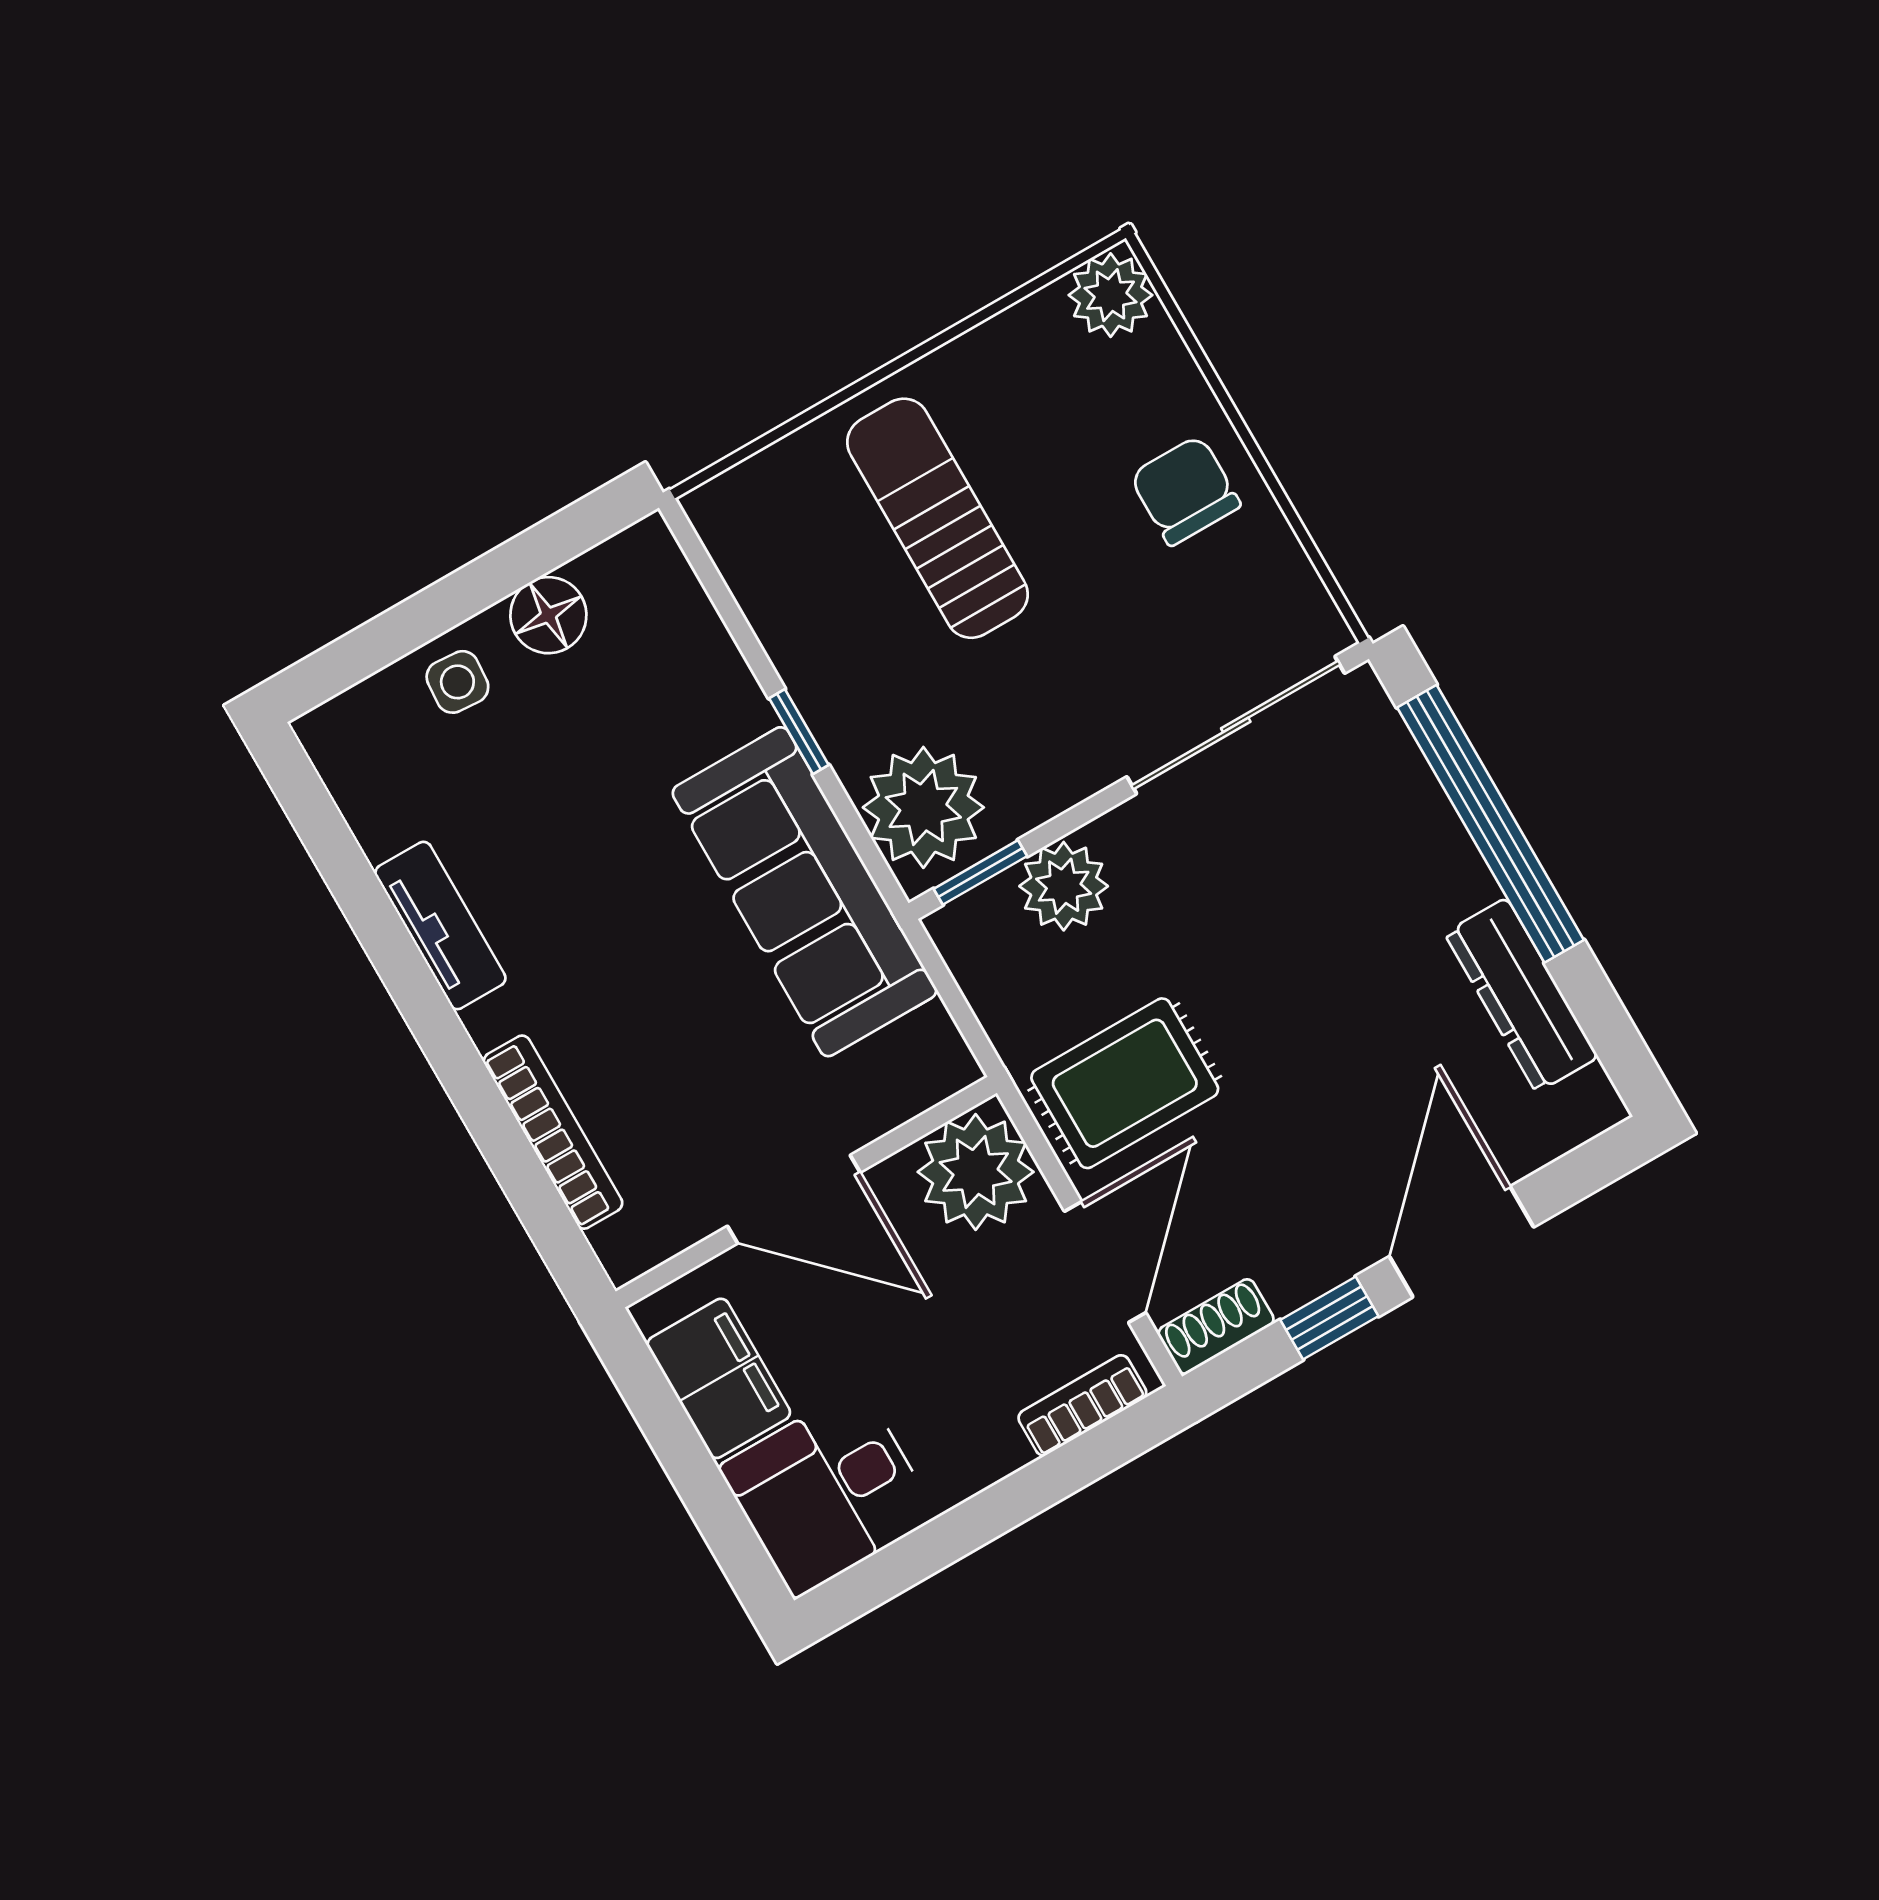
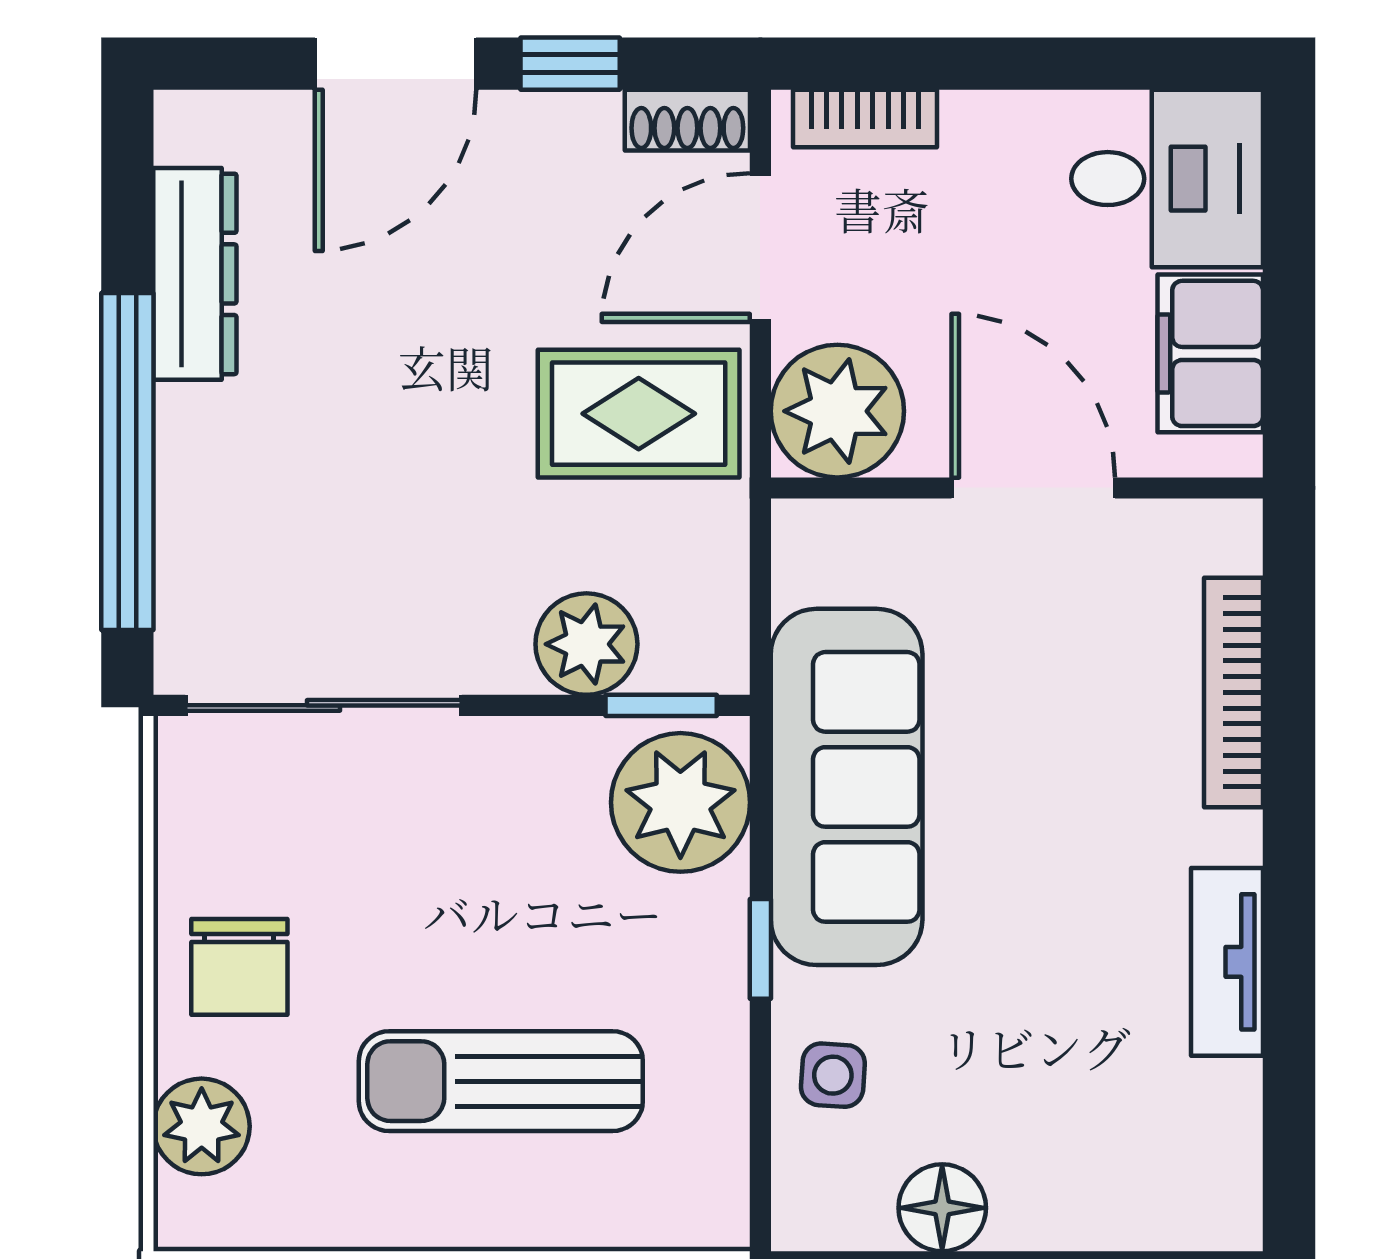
plant: (1111, 295) -> (202, 1126), moved
sun lounger: (938, 518) -> (501, 1081), turned 90
side table: (457, 682) -> (833, 1075), moved

